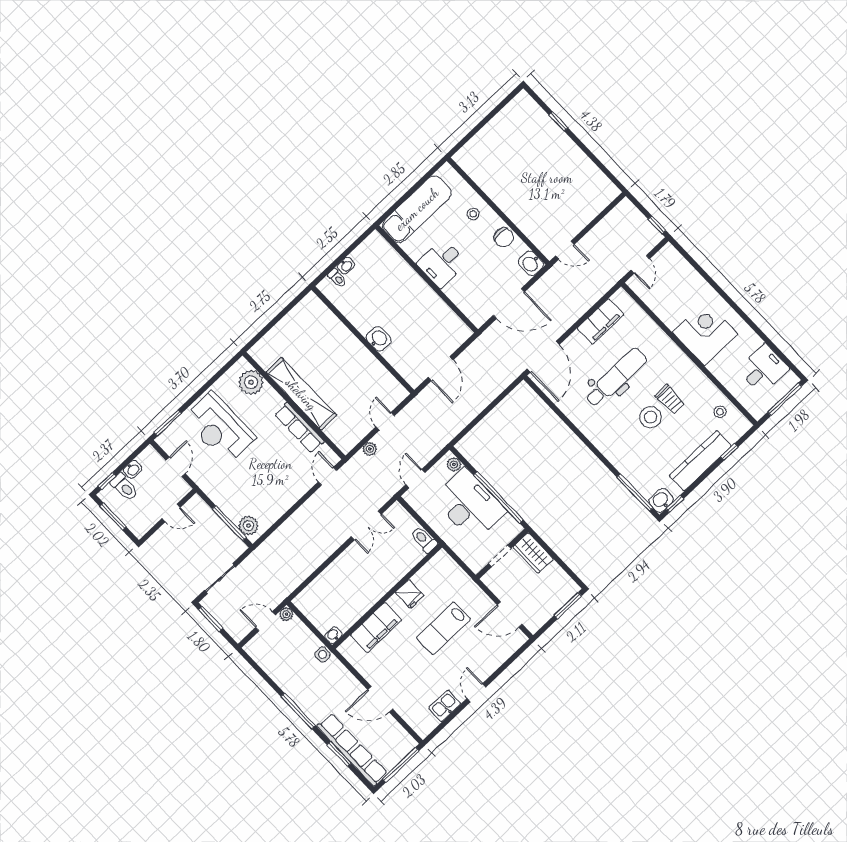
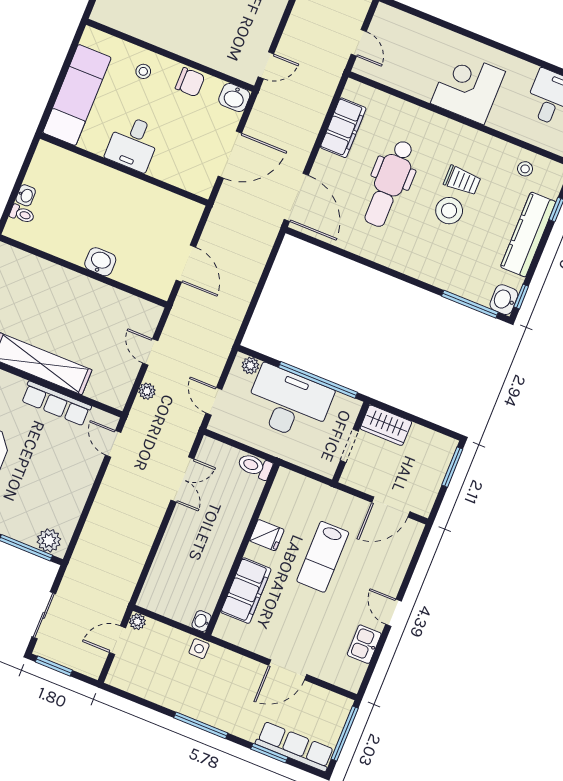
dental chair: (616, 377) -> (389, 183), turned 180
row of seats: (352, 750) -> (295, 747), width x0.73

